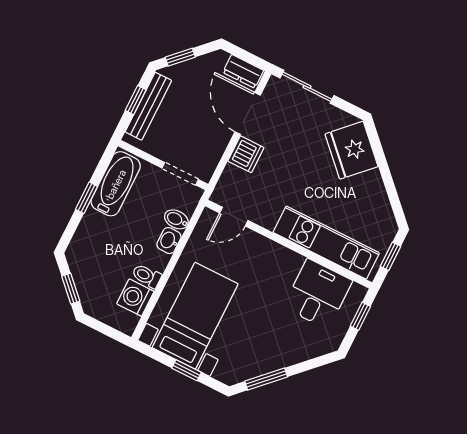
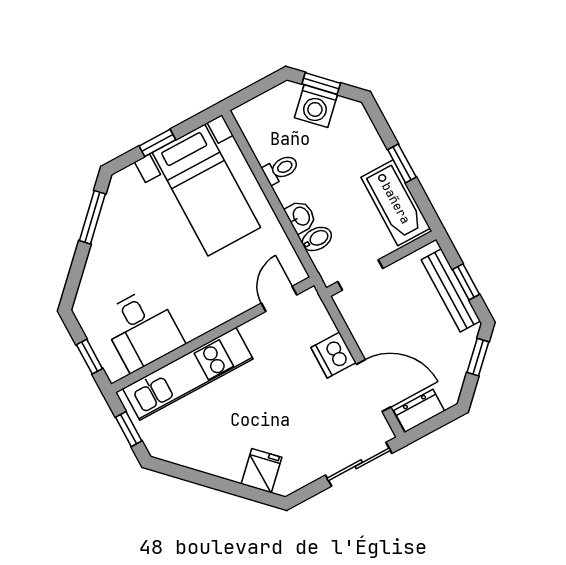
fridge: (352, 150) -> (261, 471), width x0.53, depth x0.75
washing machine: (135, 298) -> (316, 106), moved, turned 135

